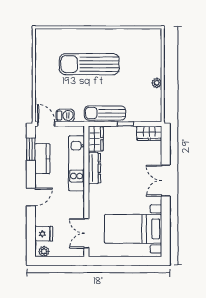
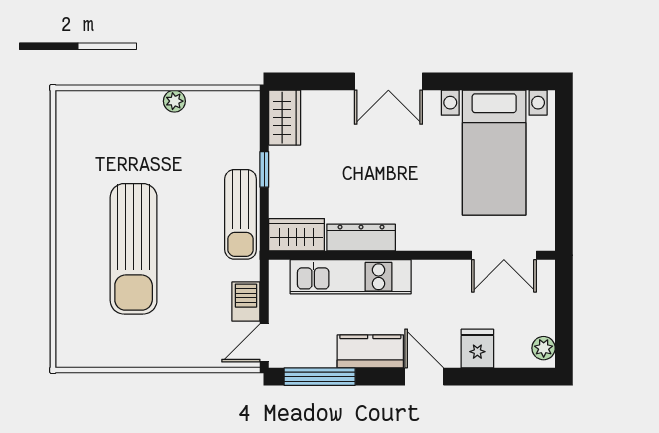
window: (31, 149) -> (320, 377), width x1.44
kitchen counter: (42, 159) -> (370, 351), moved
fridge: (44, 234) -> (477, 349), moved

